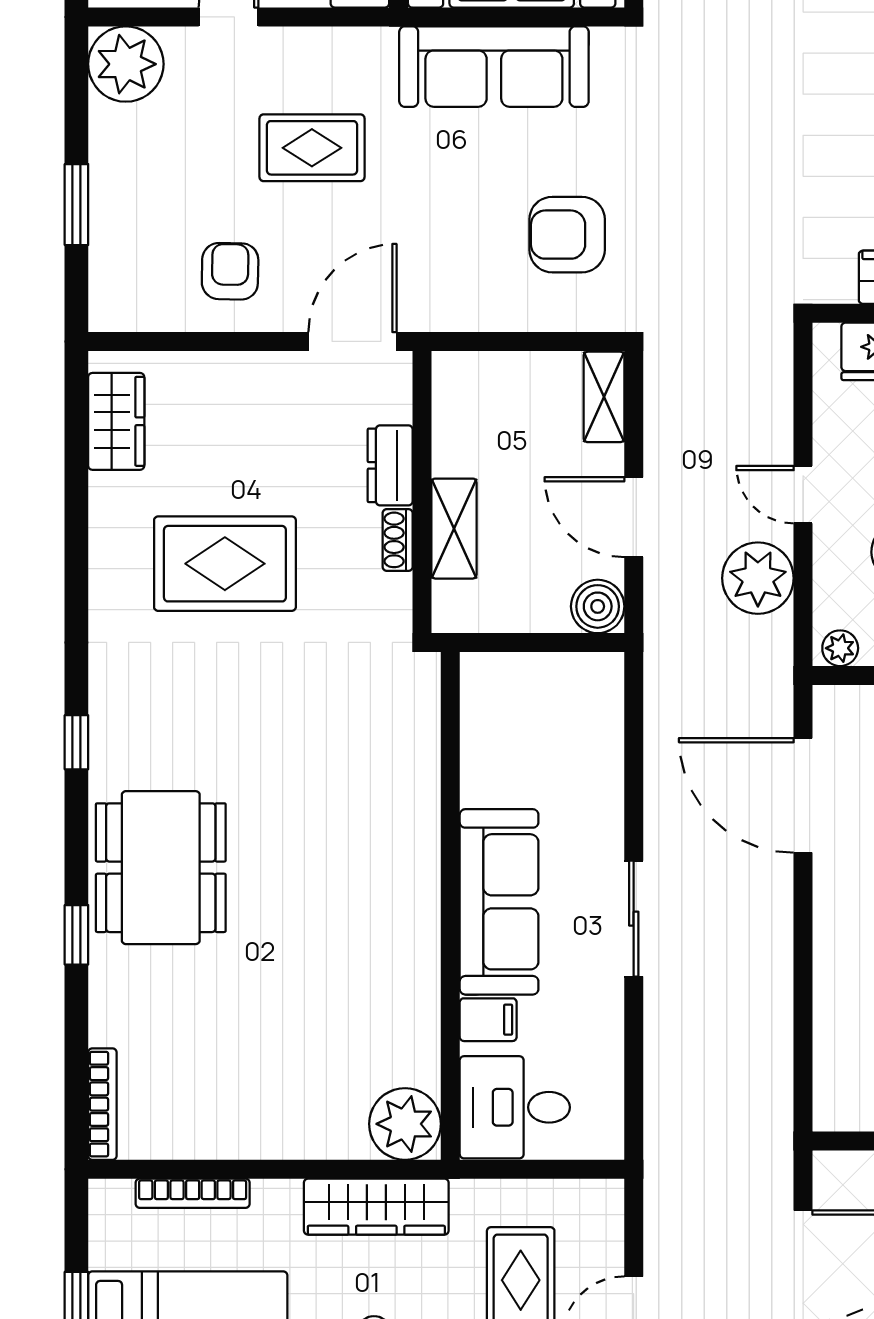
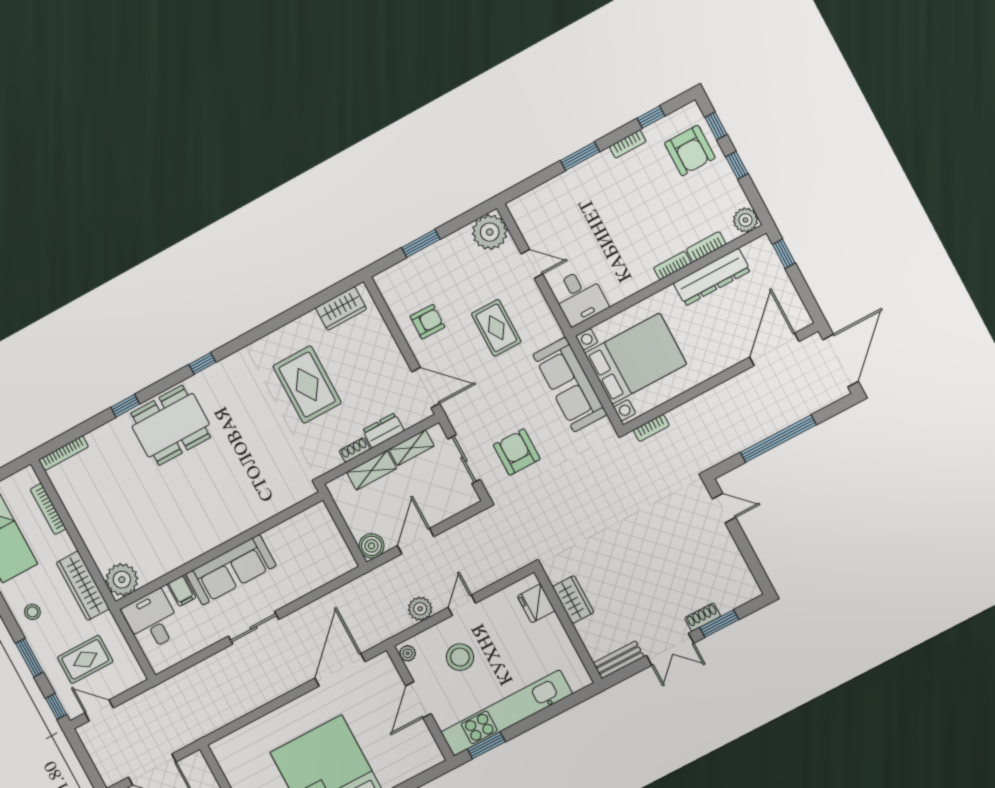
sliding door: (527, 341) -> (464, 459), added
shelving: (604, 397) -> (411, 448), moved
plant: (758, 578) -> (420, 609), width x0.73, depth x0.73

